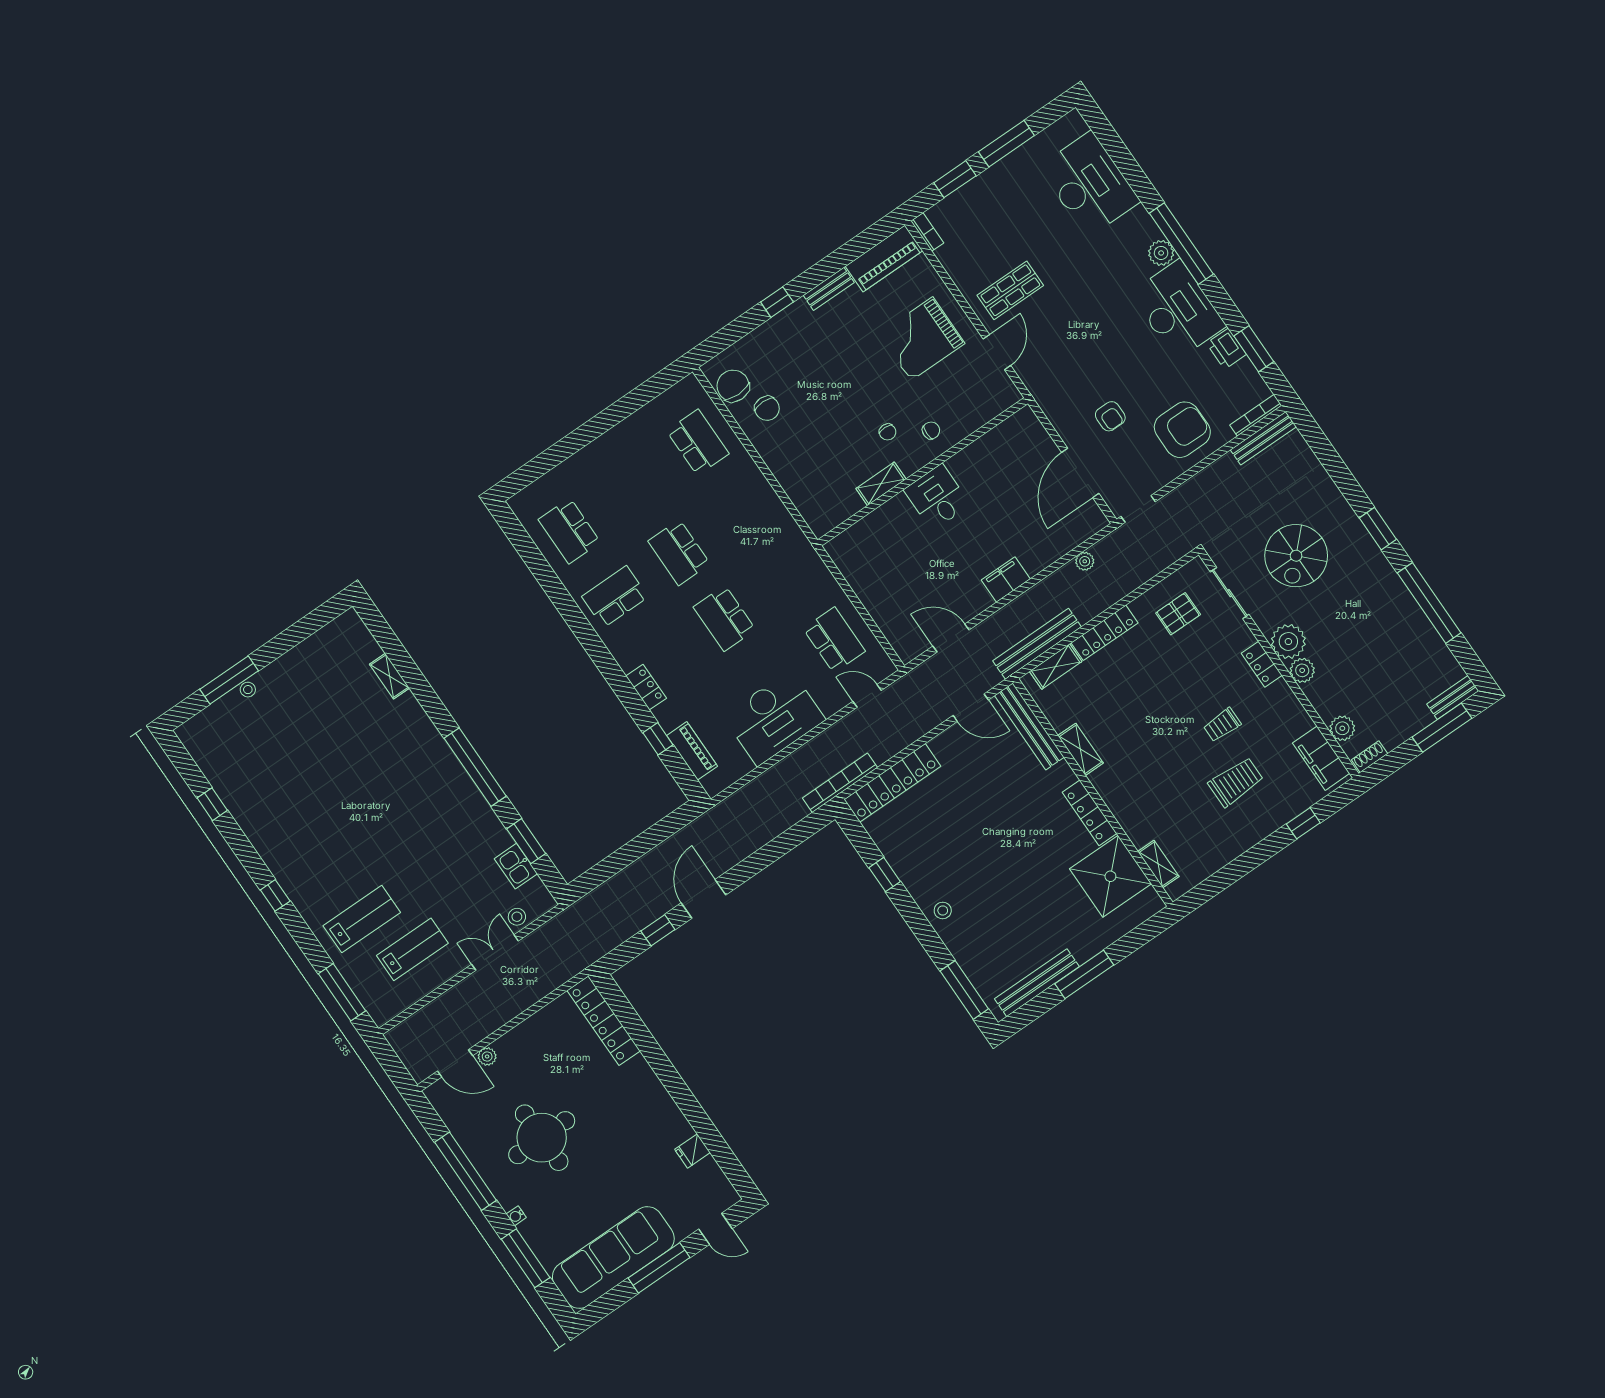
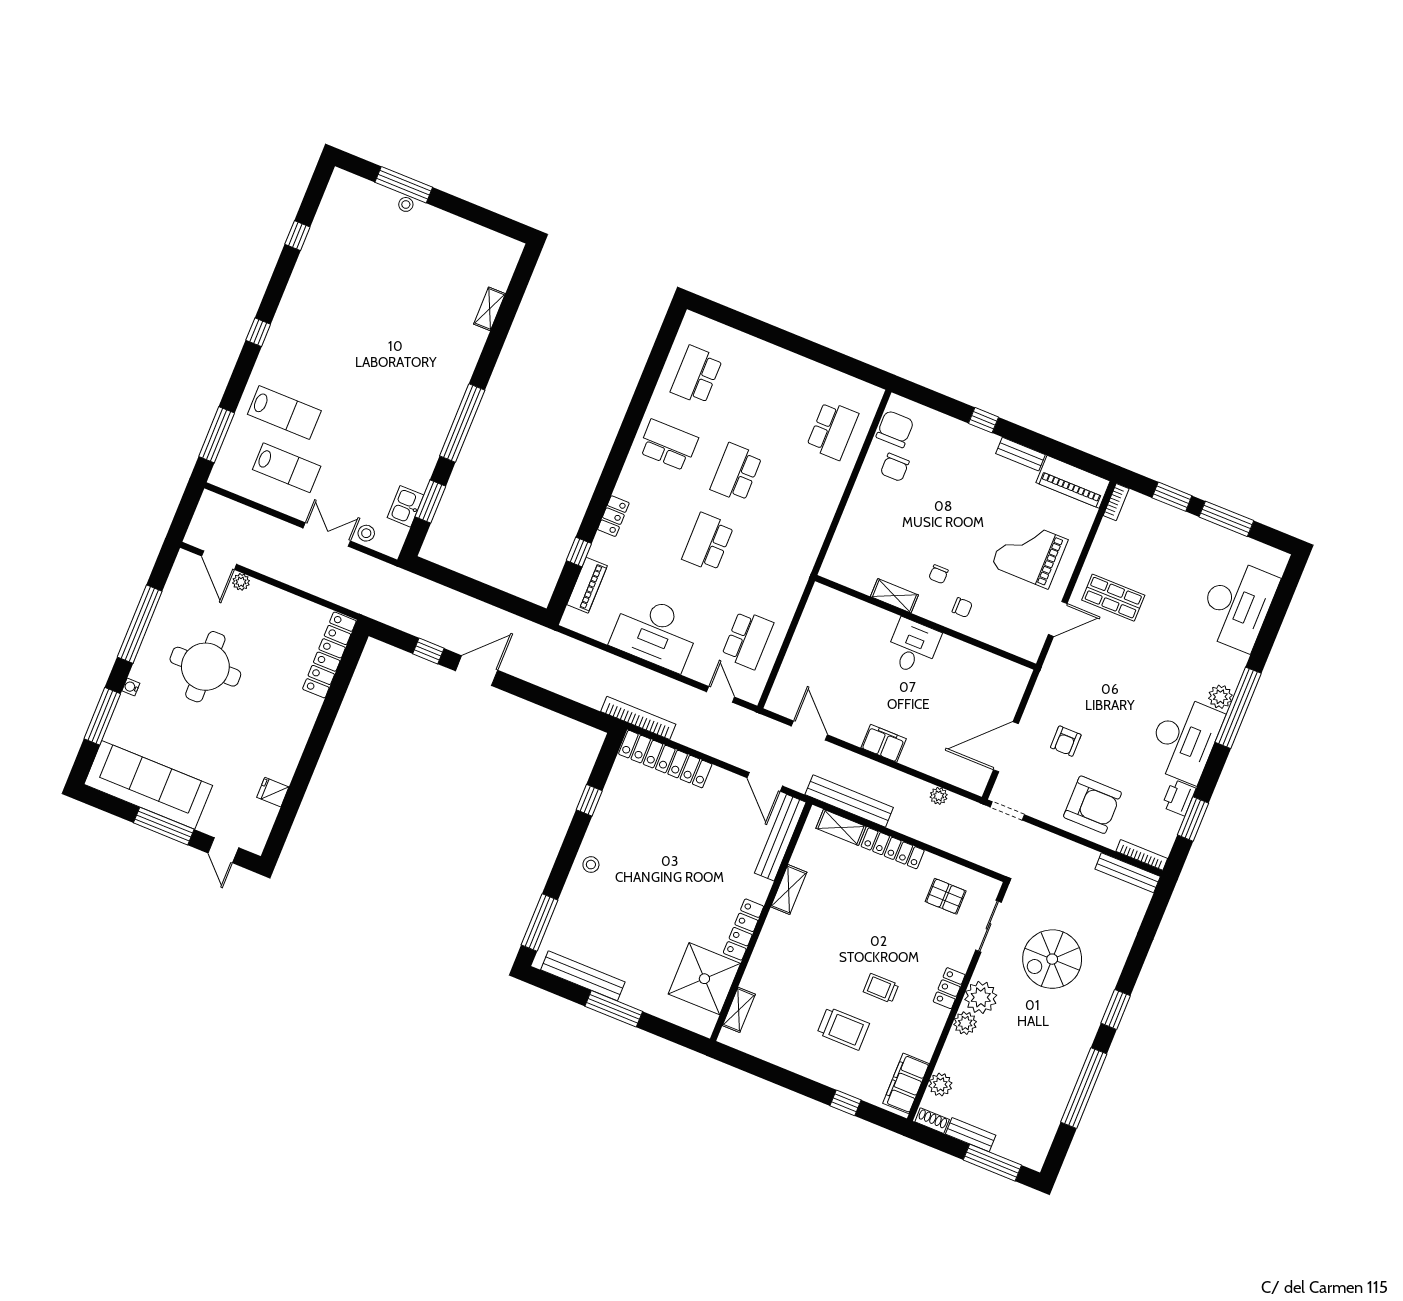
bench: (1453, 697) -> (971, 1135), moved

